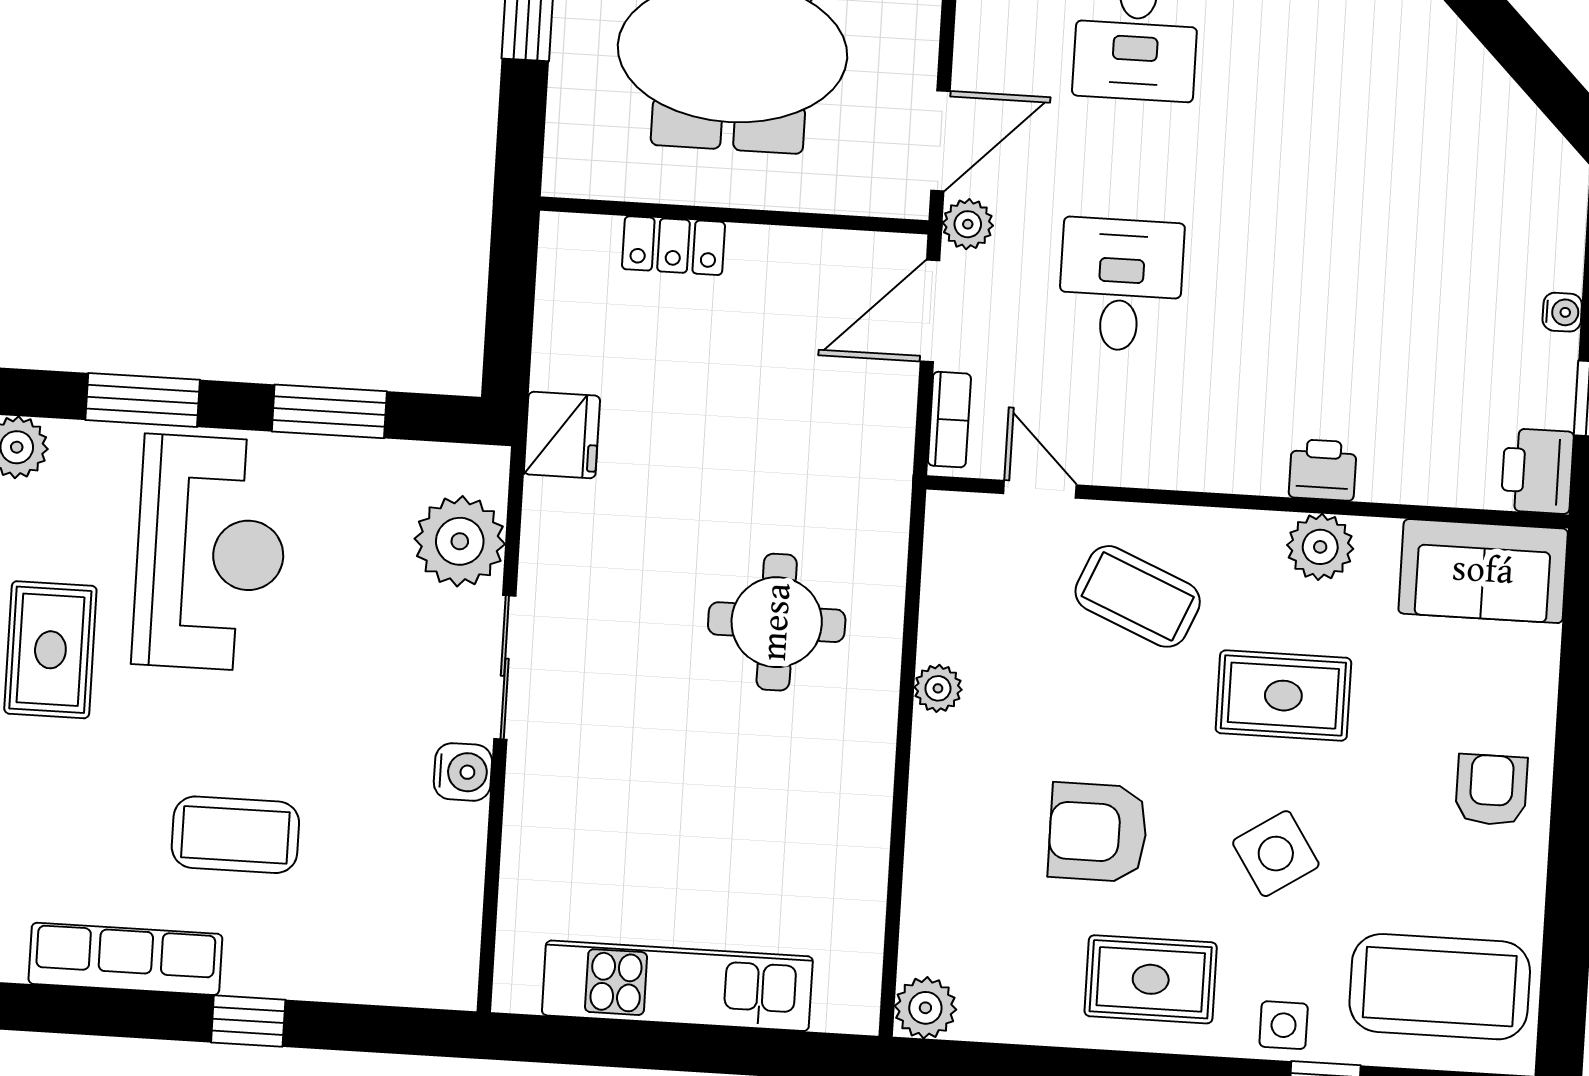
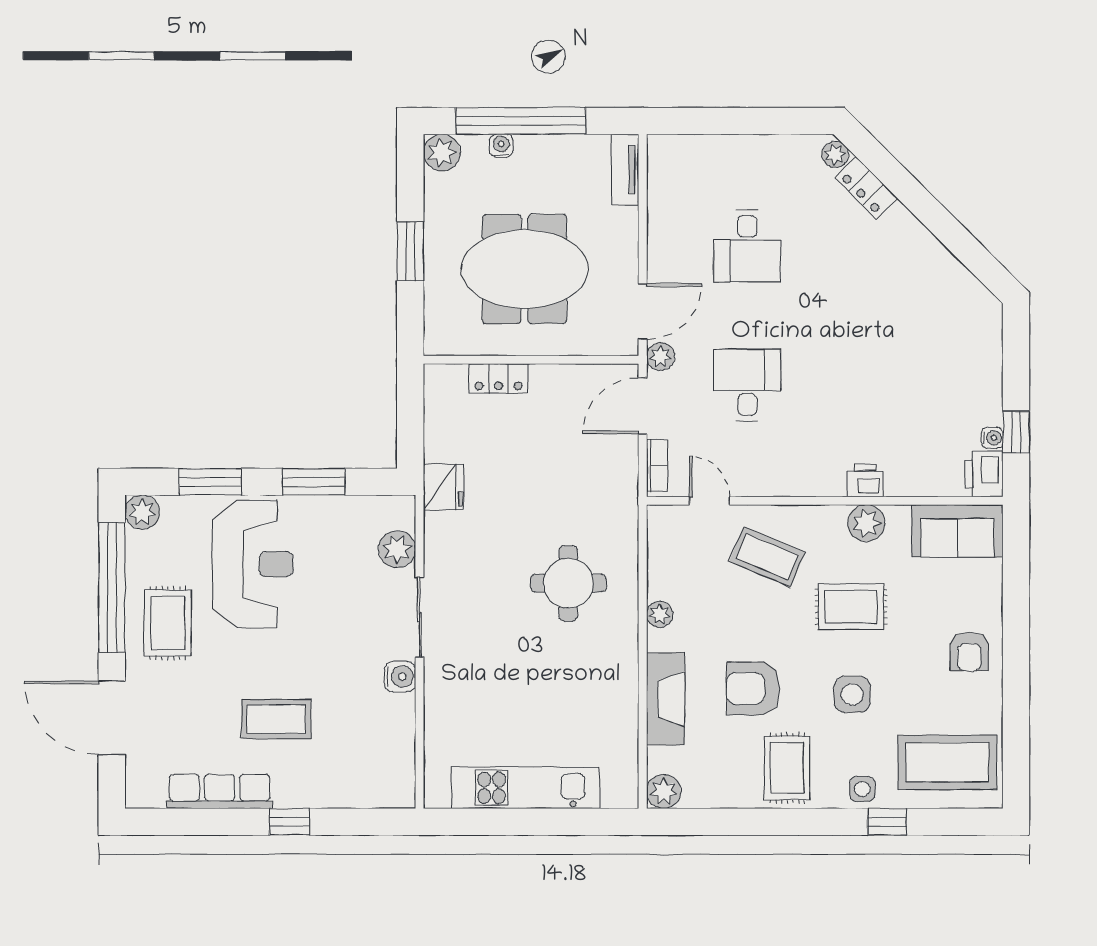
water cooler: (1562, 312) -> (992, 438), moved
plant: (460, 541) -> (397, 549), width x0.73, depth x0.73
armchair: (1491, 790) -> (969, 652), turned 180
fireplace: (939, 841) -> (666, 699), added
side table: (1276, 854) -> (852, 694), turned 33
rug: (1151, 979) -> (787, 768), turned 90

